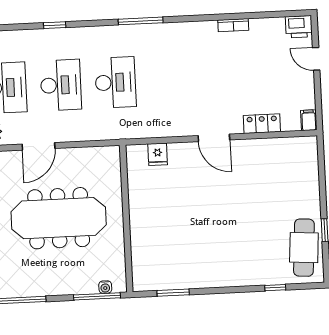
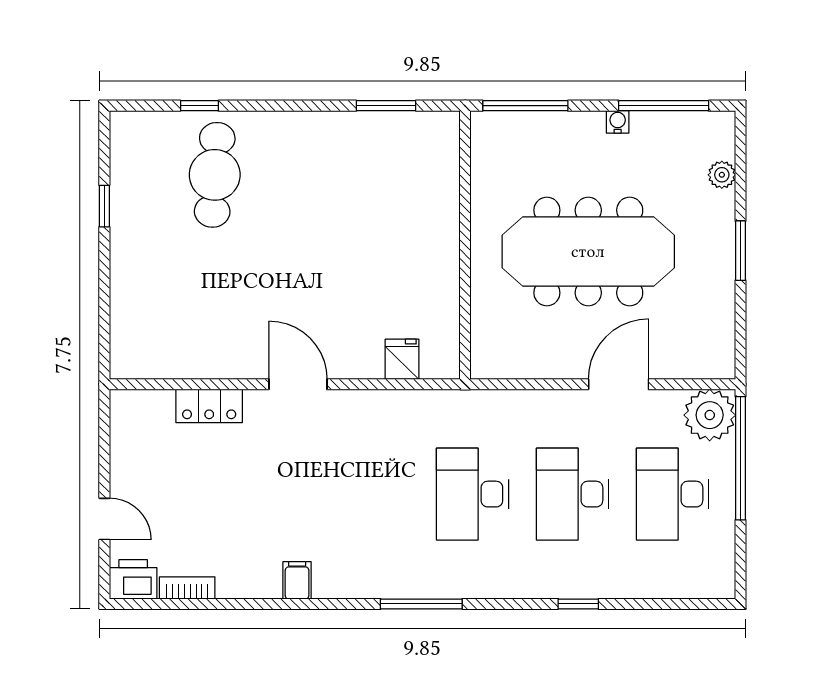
bookcase: (233, 25) -> (187, 588), moved
filing cabinet: (309, 120) -> (297, 580), moved, turned 180
cafe table: (304, 248) -> (215, 175), moved
water cooler: (105, 287) -> (618, 122), moved

